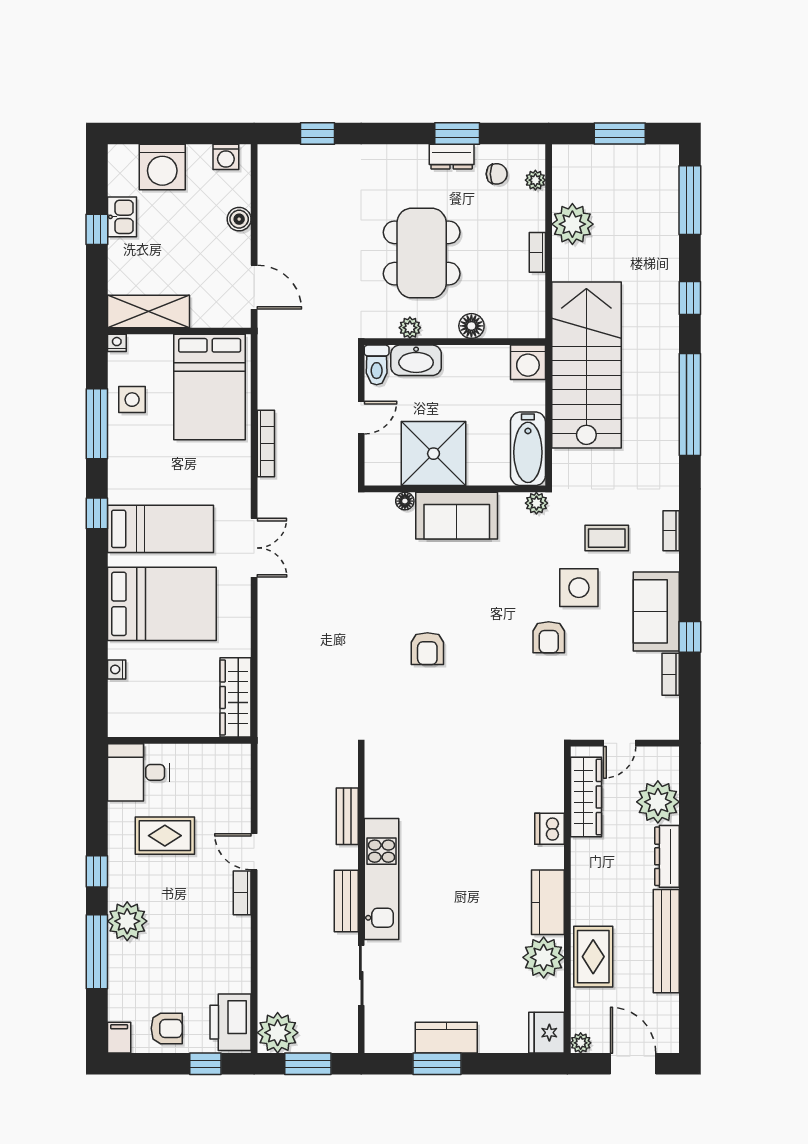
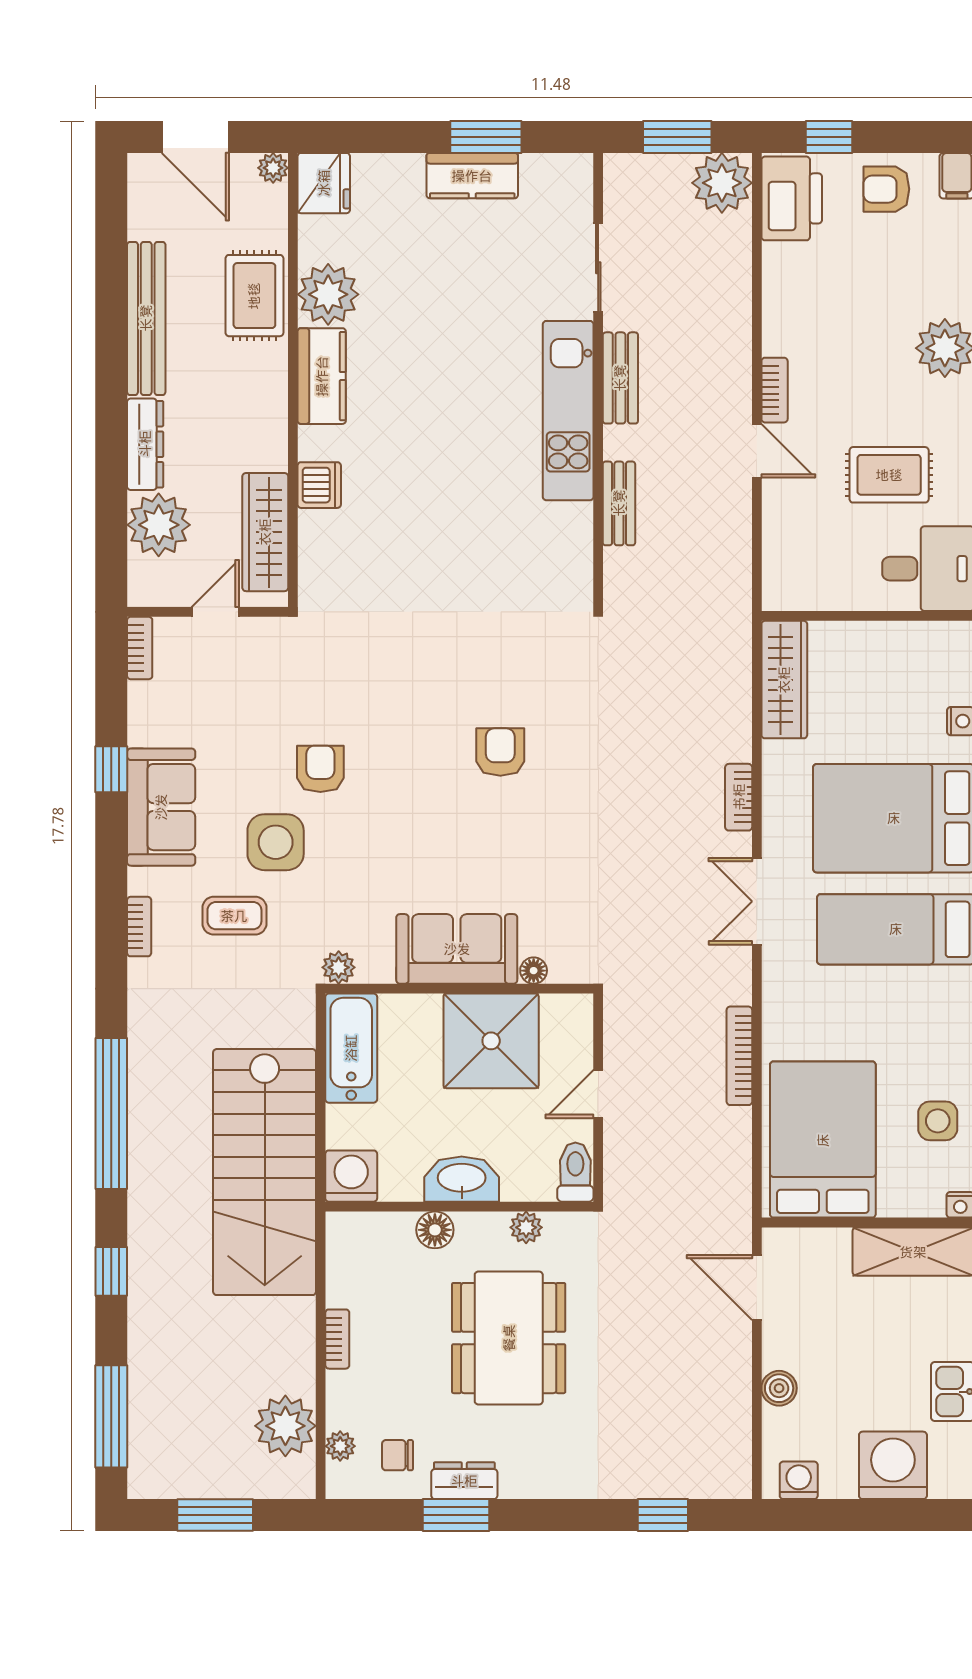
plant: (572, 224) -> (285, 1426), moved
washbasin: (416, 360) -> (462, 1179), moved
bookcase: (266, 618) -> (739, 797), added
bookcase: (671, 674) -> (140, 648), moved

